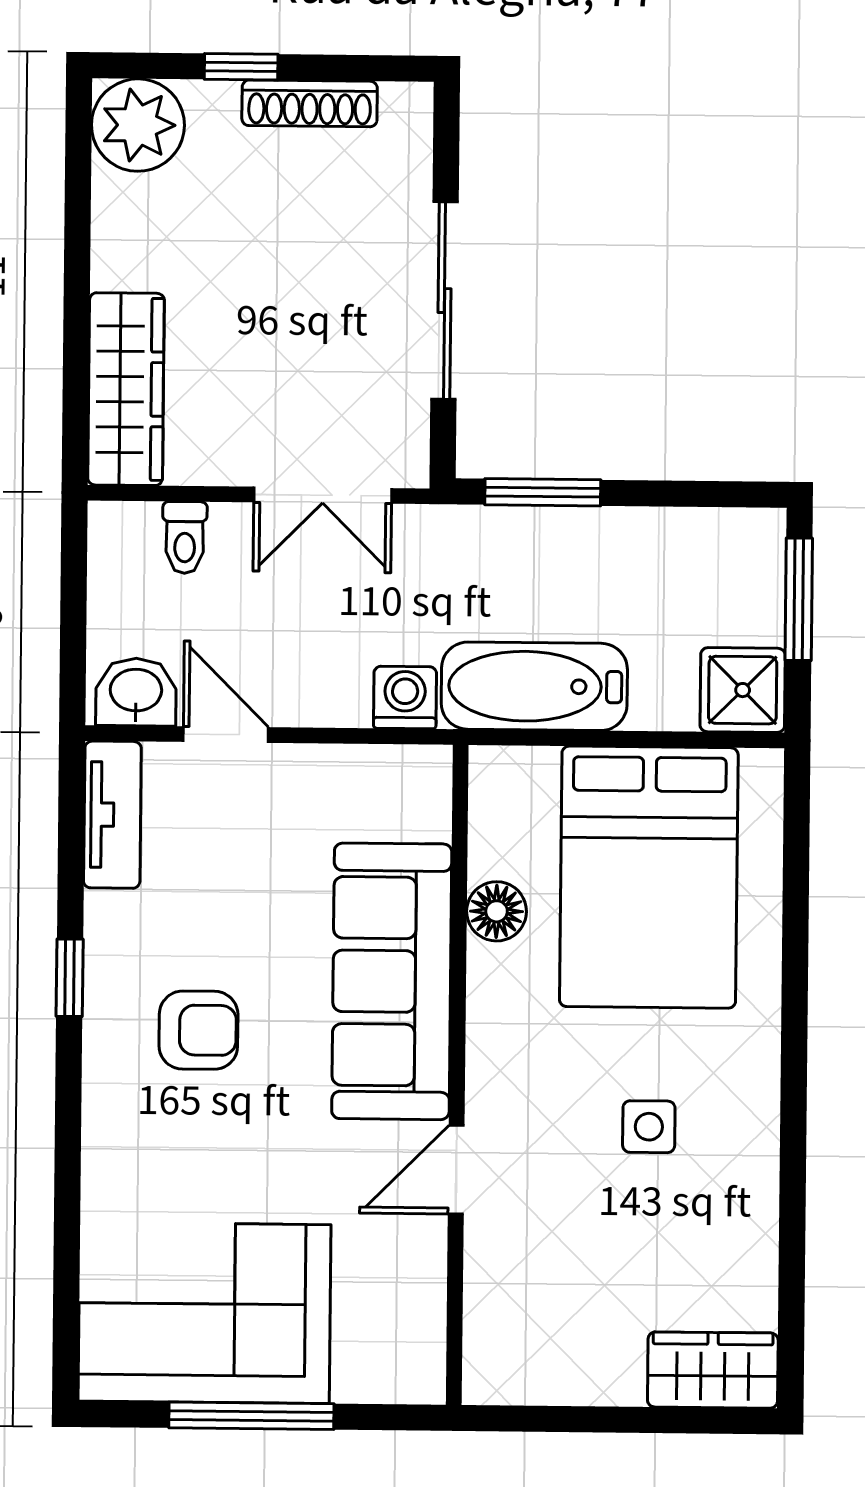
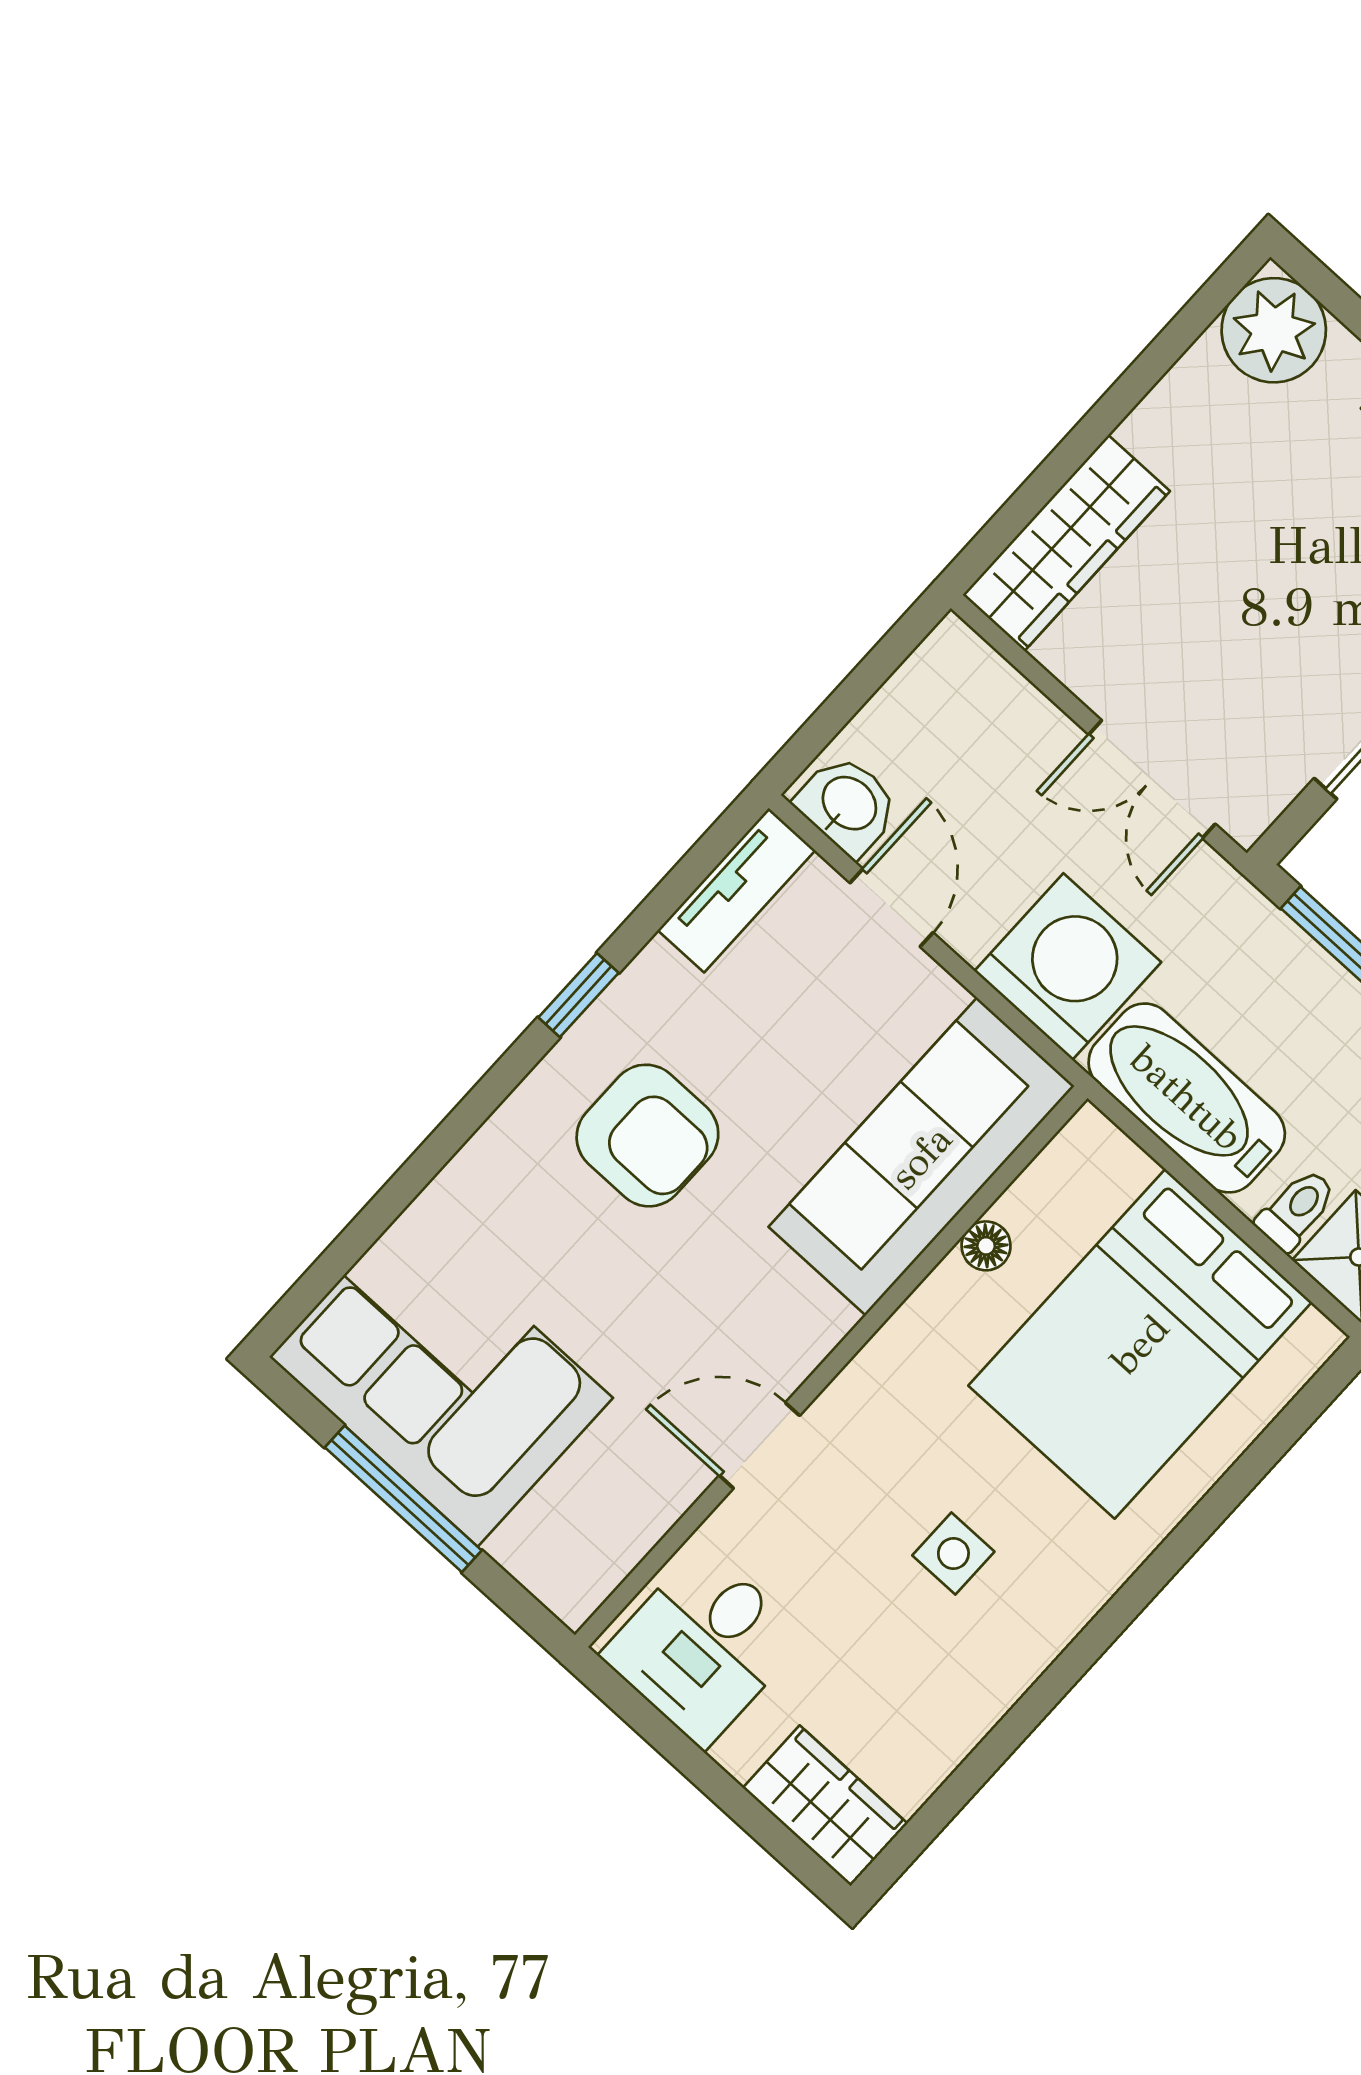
toilet: (185, 537) -> (1296, 1210), moved, turned 180
washing machine: (405, 697) -> (1068, 967), width x1.89, depth x1.89
floor lamp: (497, 911) -> (986, 1246), width x0.73, depth x0.73
sofa: (392, 981) -> (921, 1157), moved
armchair: (198, 1030) -> (647, 1136), width x1.38, depth x1.38
desk: (538, 1336) -> (703, 1646), added

